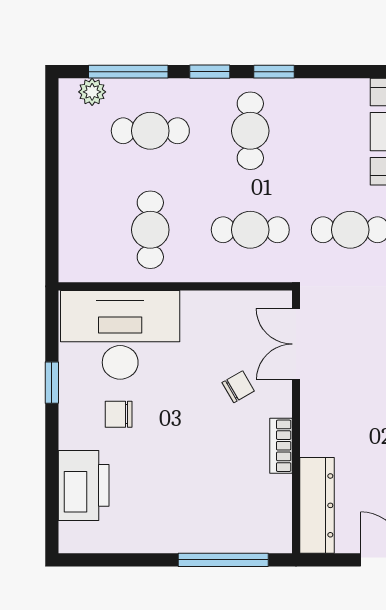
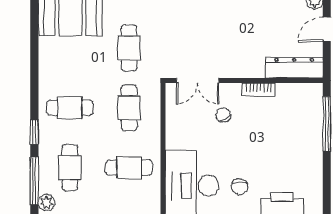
window: (274, 72) -> (34, 94), removed

